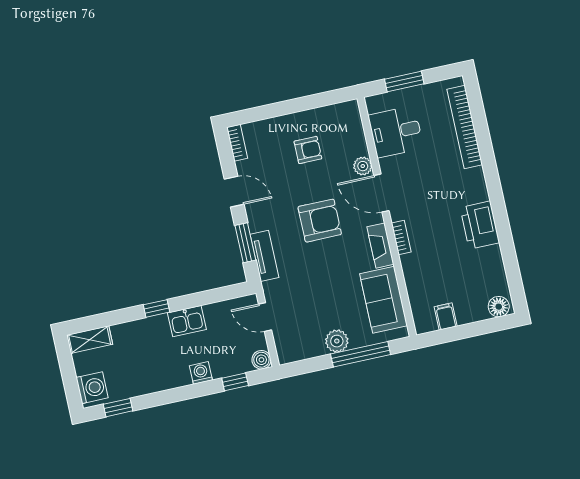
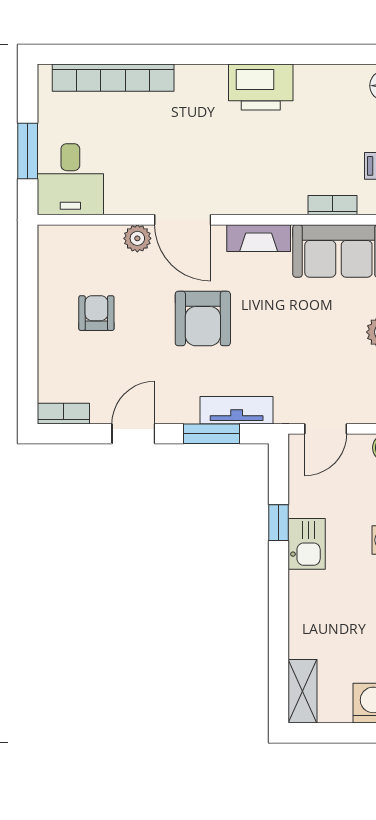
desk: (396, 132) -> (70, 179), moved
door: (381, 193) -> (183, 220), hinge flipped
armchair: (320, 221) -> (203, 318), turned 180
bookcase: (401, 237) -> (332, 205), moved
window: (156, 308) -> (279, 523), moved

